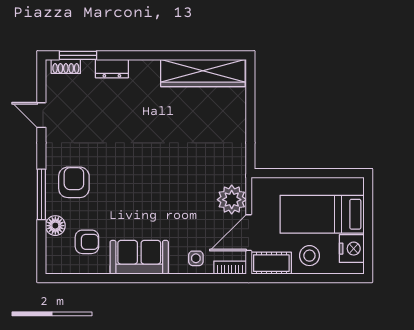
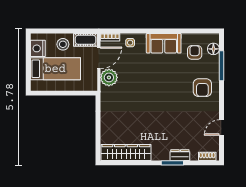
window: (78, 55) -> (172, 163), moved
door: (41, 115) -> (222, 127), swing flipped
window: (41, 194) -> (222, 66), moved
floor lamp: (55, 226) -> (213, 49), moved
armchair: (87, 242) -> (195, 52), turned 90

